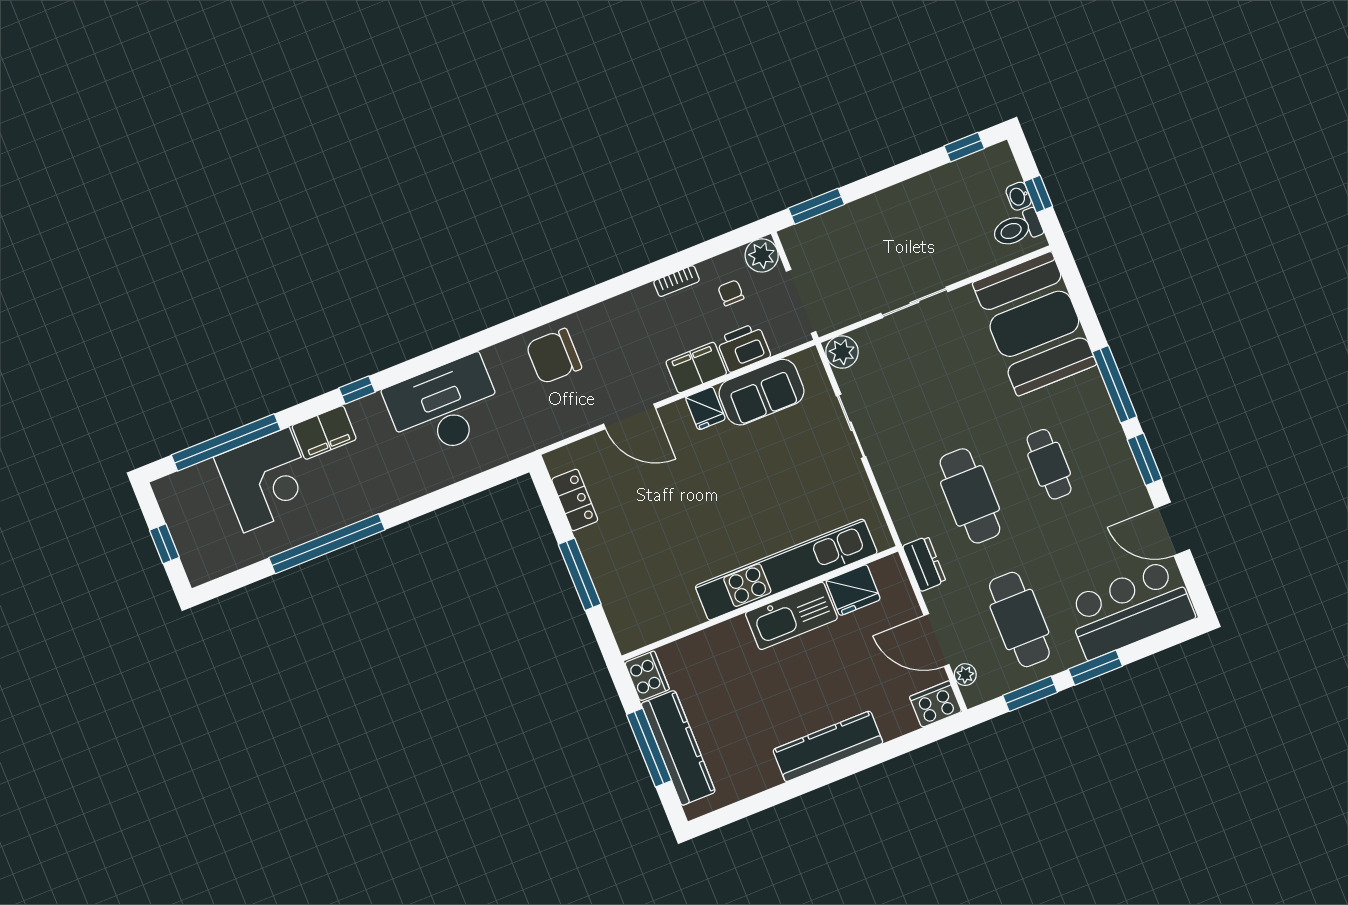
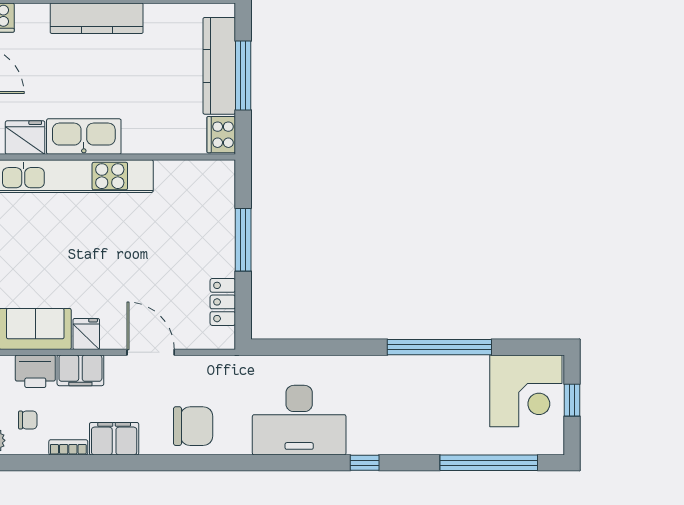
chair: (731, 293) -> (28, 420), turned -90
filing cabinet: (324, 433) -> (114, 439), moved
corner desk: (266, 480) -> (526, 391), moved, turned 180

